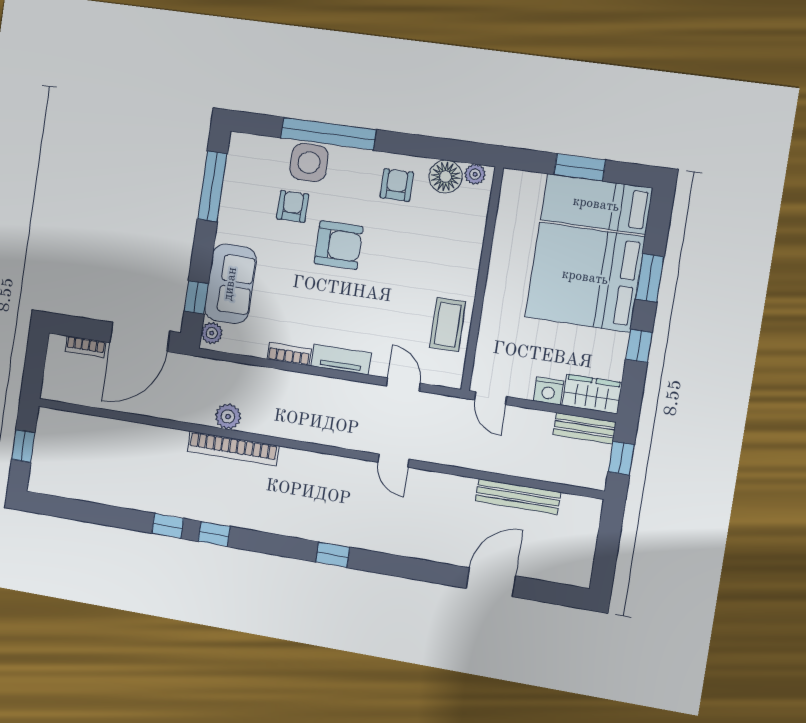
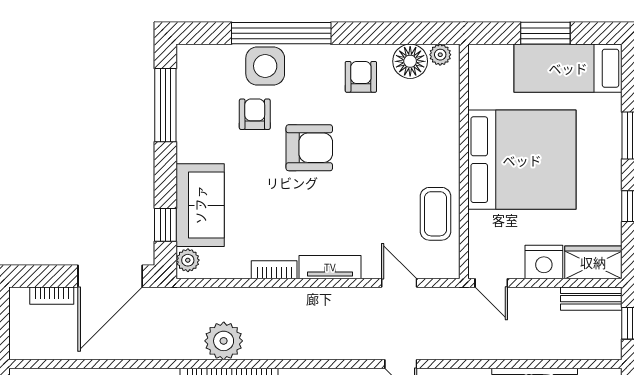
bed: (585, 277) -> (522, 160), moved, turned 180
nightstand: (548, 391) -> (544, 262), width x1.36, depth x1.33
plant: (228, 416) -> (224, 341), width x1.36, depth x1.36

